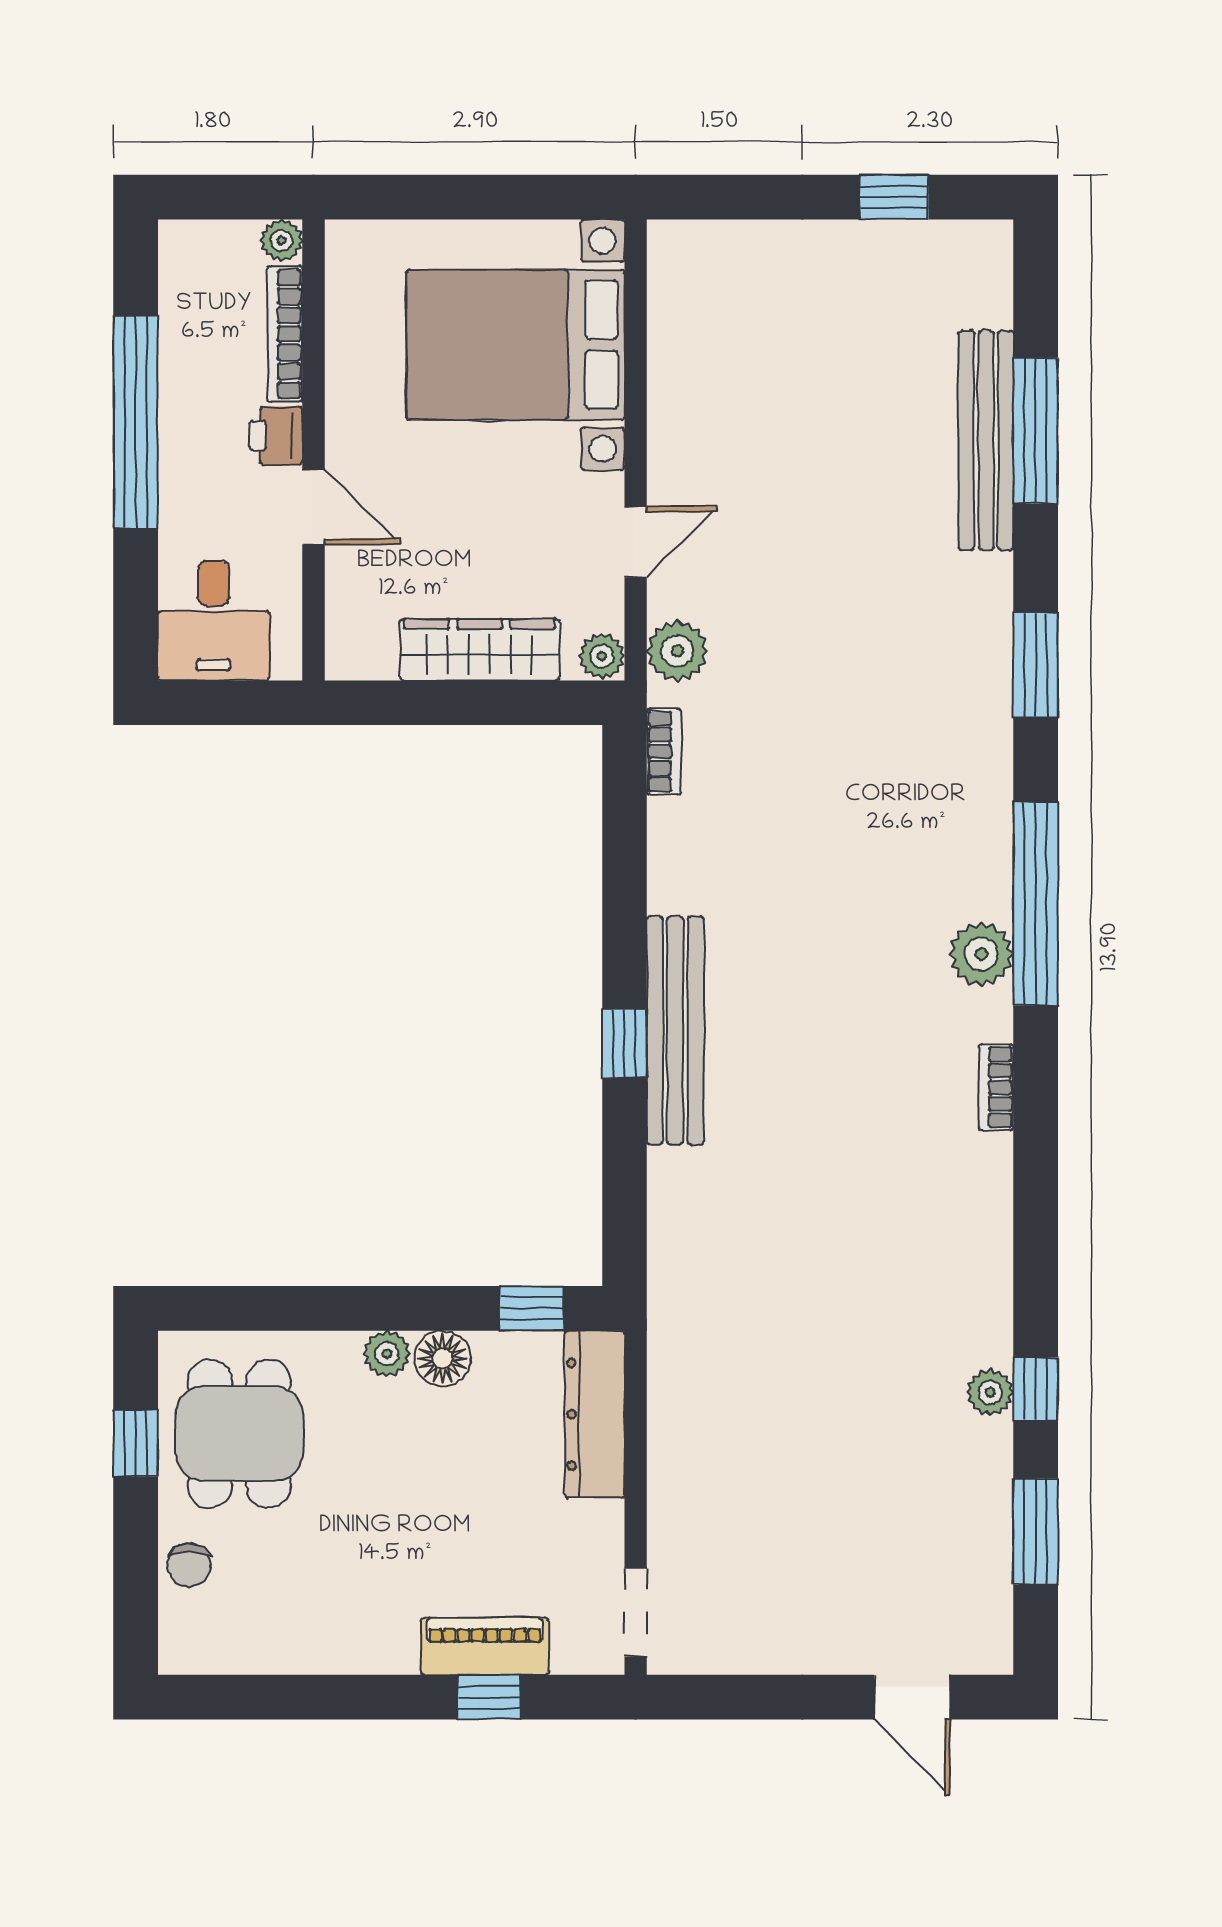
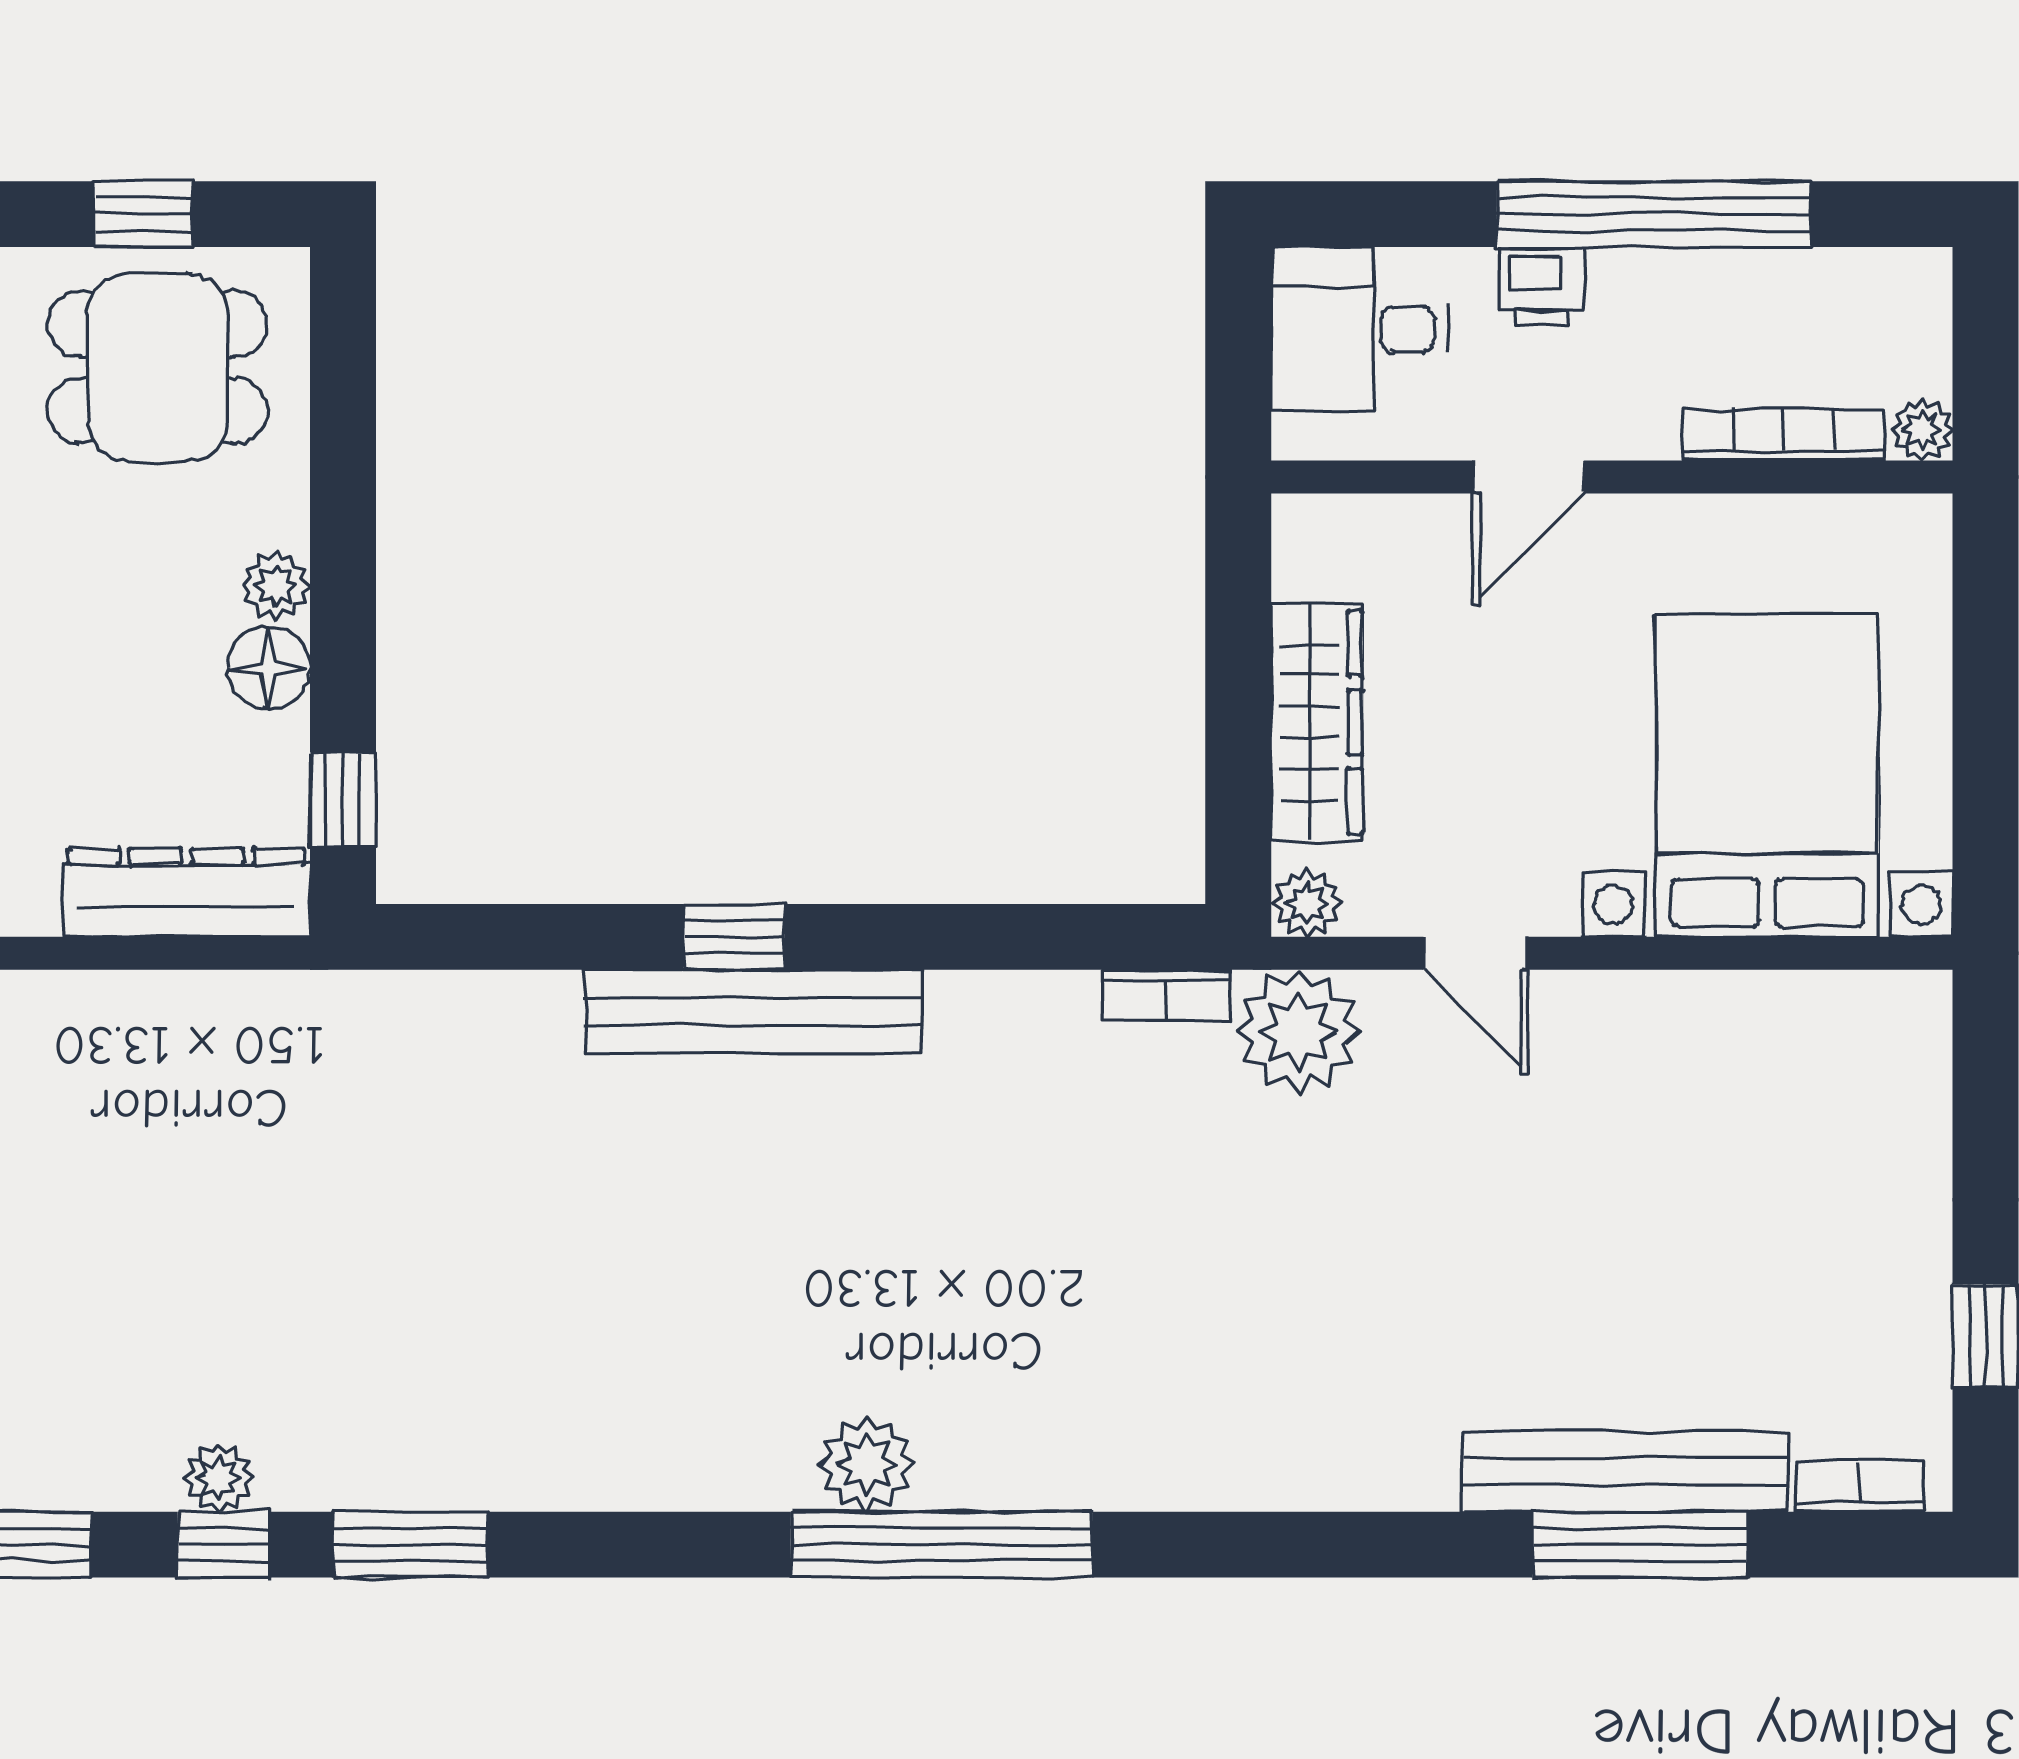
printer: (276, 436) -> (1542, 286), moved, turned 180
plant: (677, 651) -> (1298, 1032), width x1.36, depth x1.36
window: (1036, 665) -> (411, 1545), moved
bookcase: (996, 1087) -> (1859, 1486), moved

